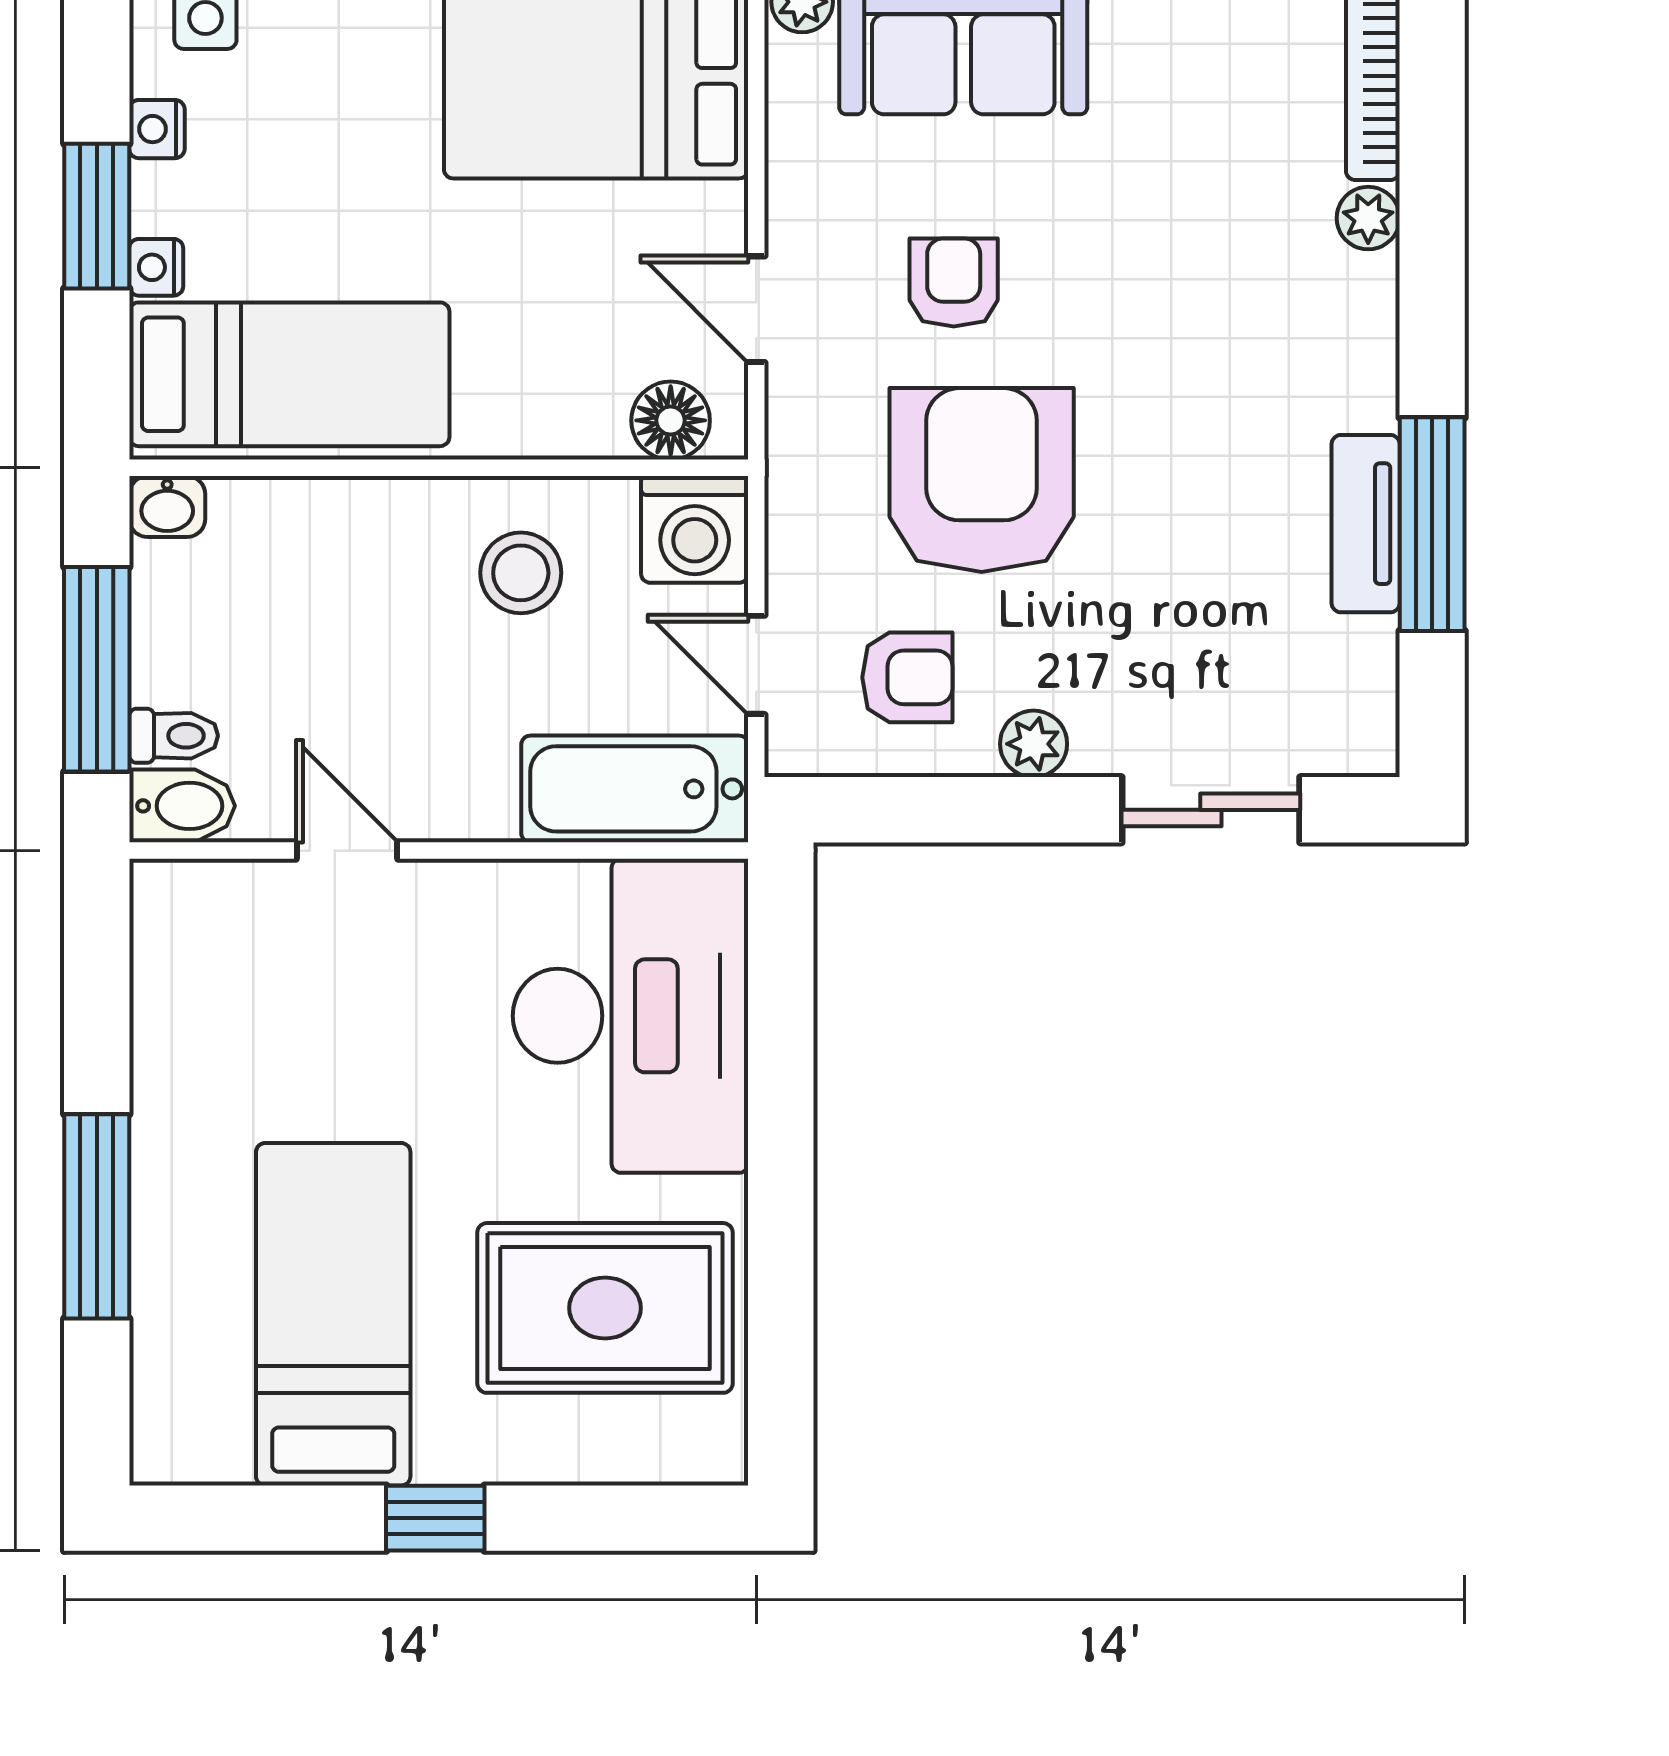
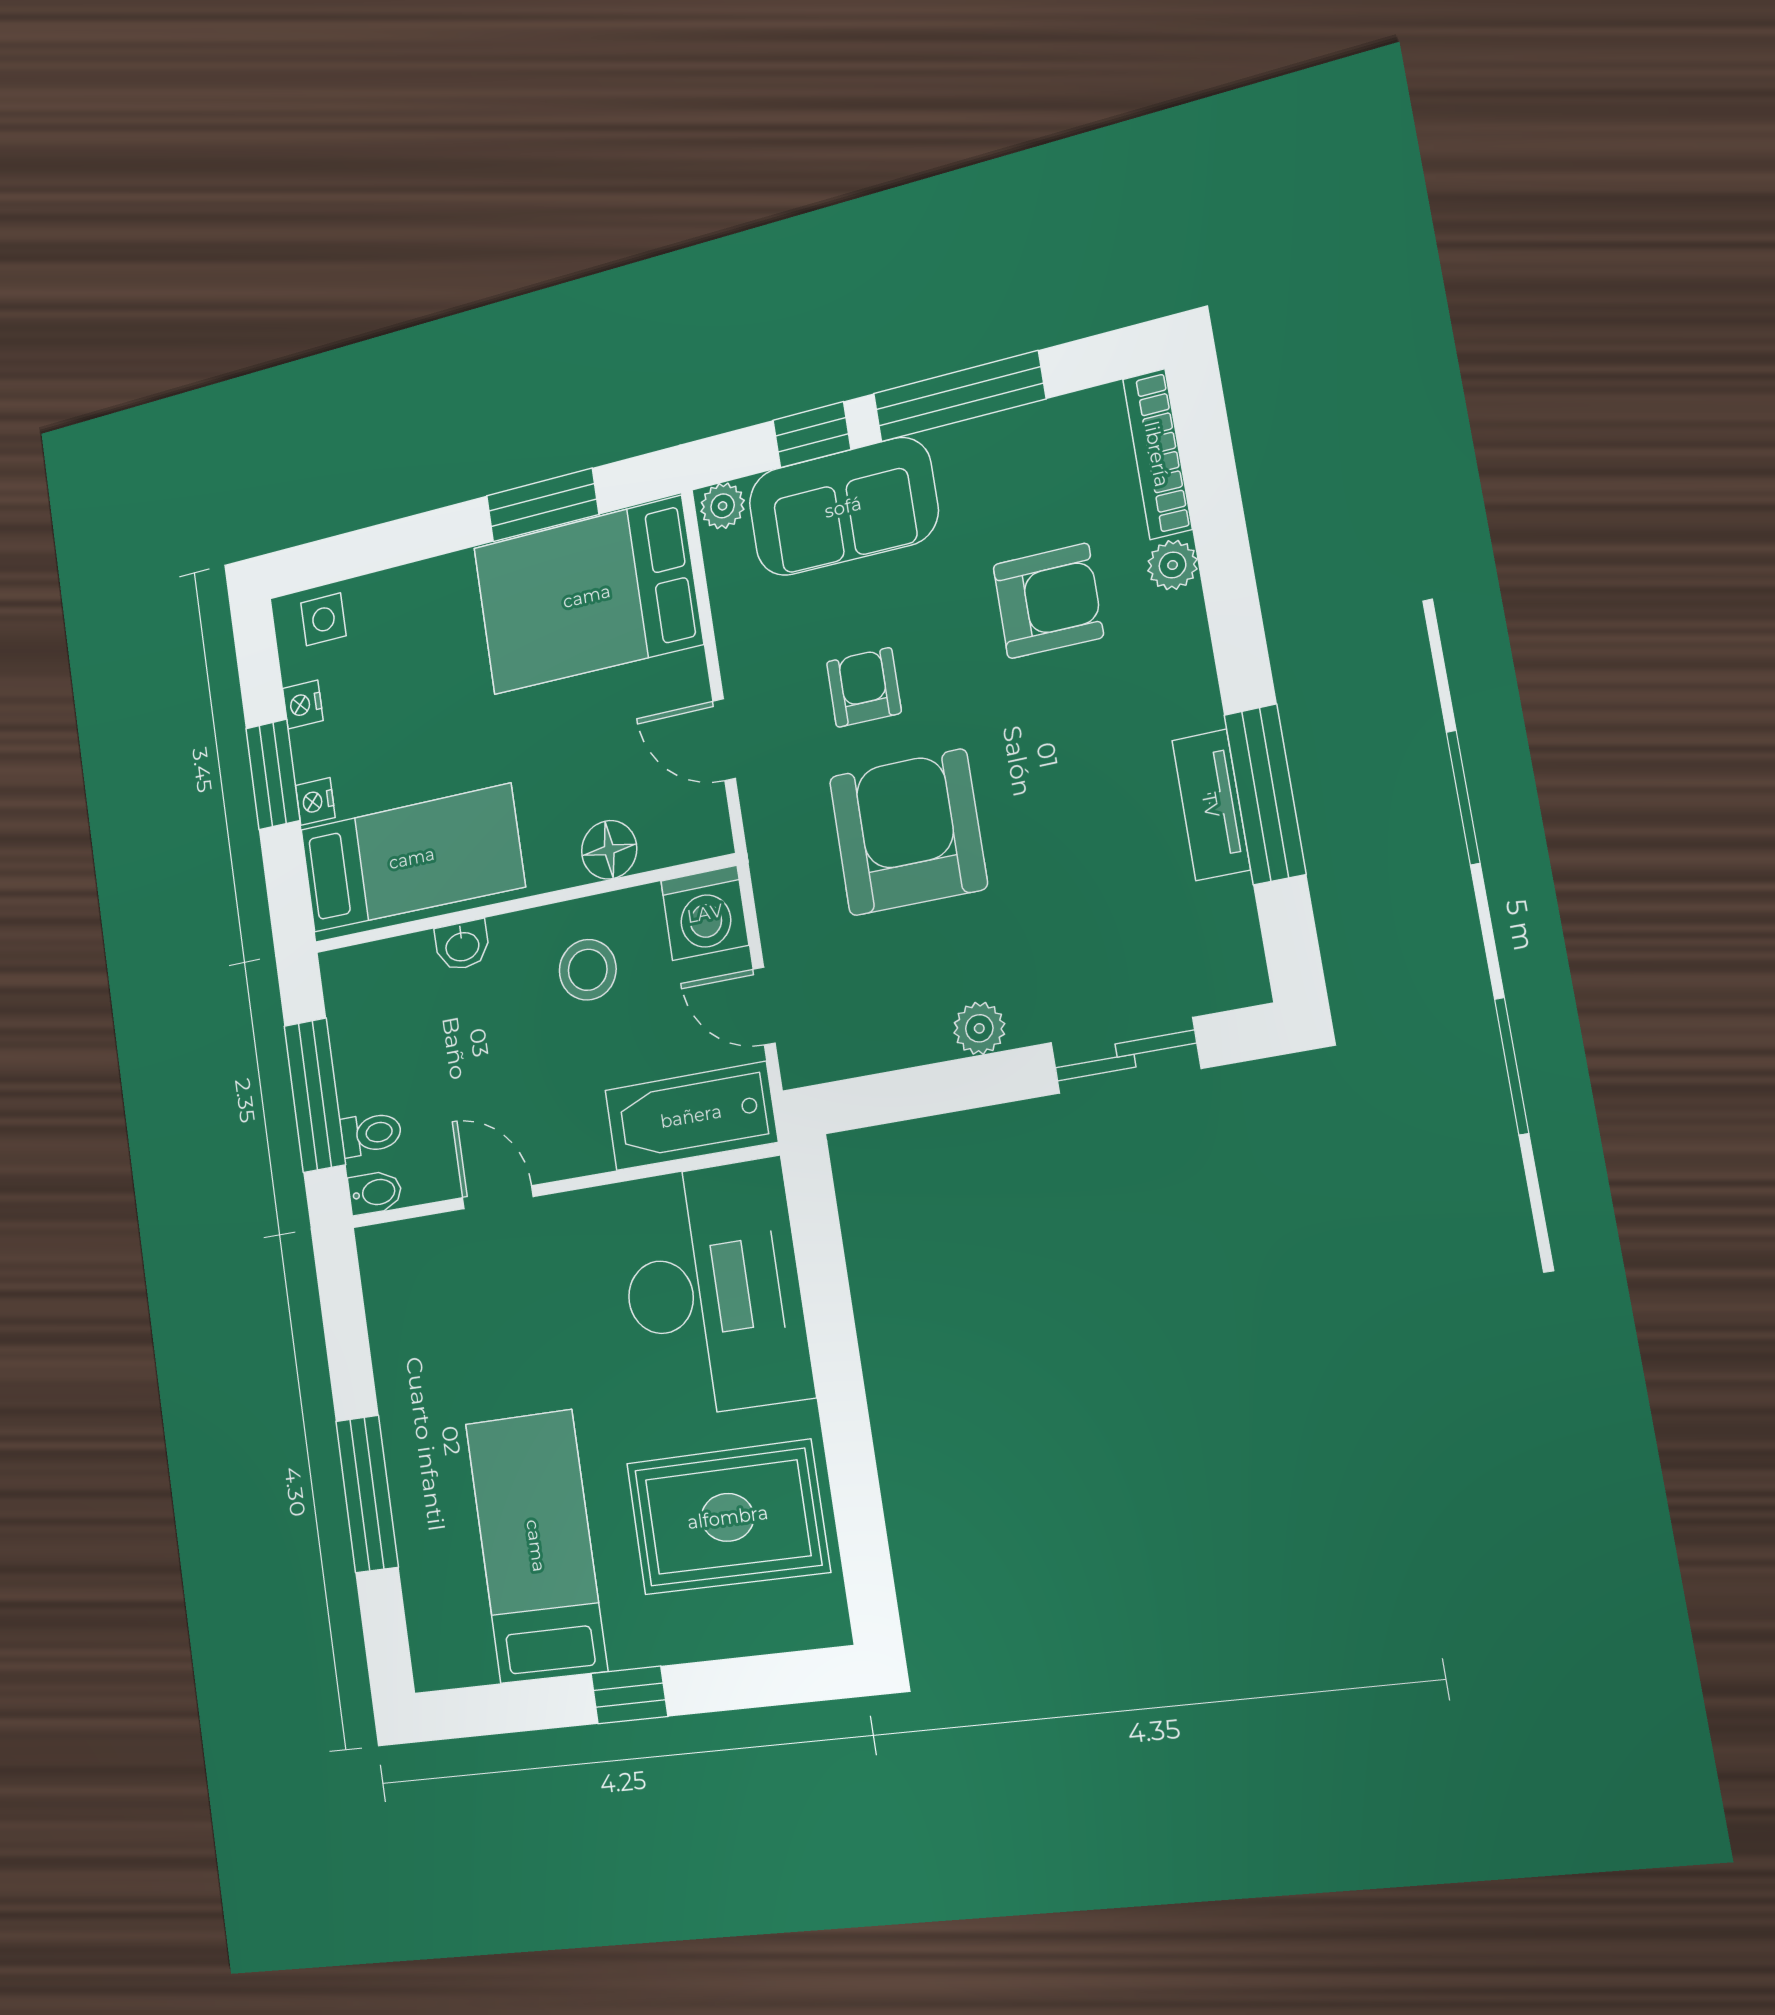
floor lamp: (671, 420) -> (609, 850), moved
washbasin: (167, 507) -> (462, 945), moved
armchair: (907, 677) -> (1048, 601), moved, width x1.38, depth x1.38
bidet: (182, 806) -> (375, 1193), width x0.72, depth x0.74

